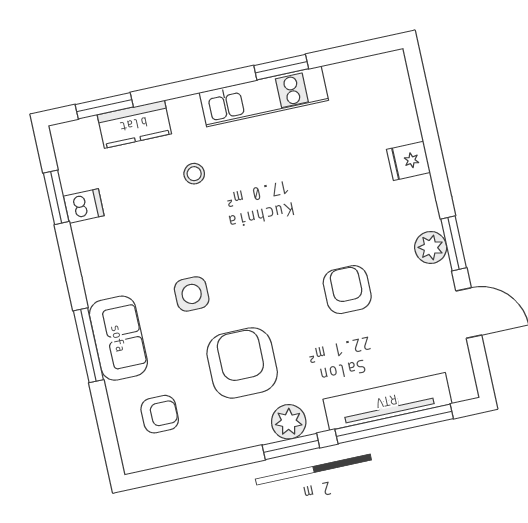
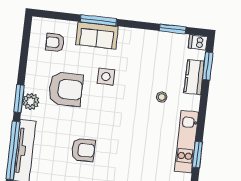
dishwasher: (84, 206) -> (198, 42), moved, turned 90
armchair: (160, 414) -> (55, 43), turned 90

